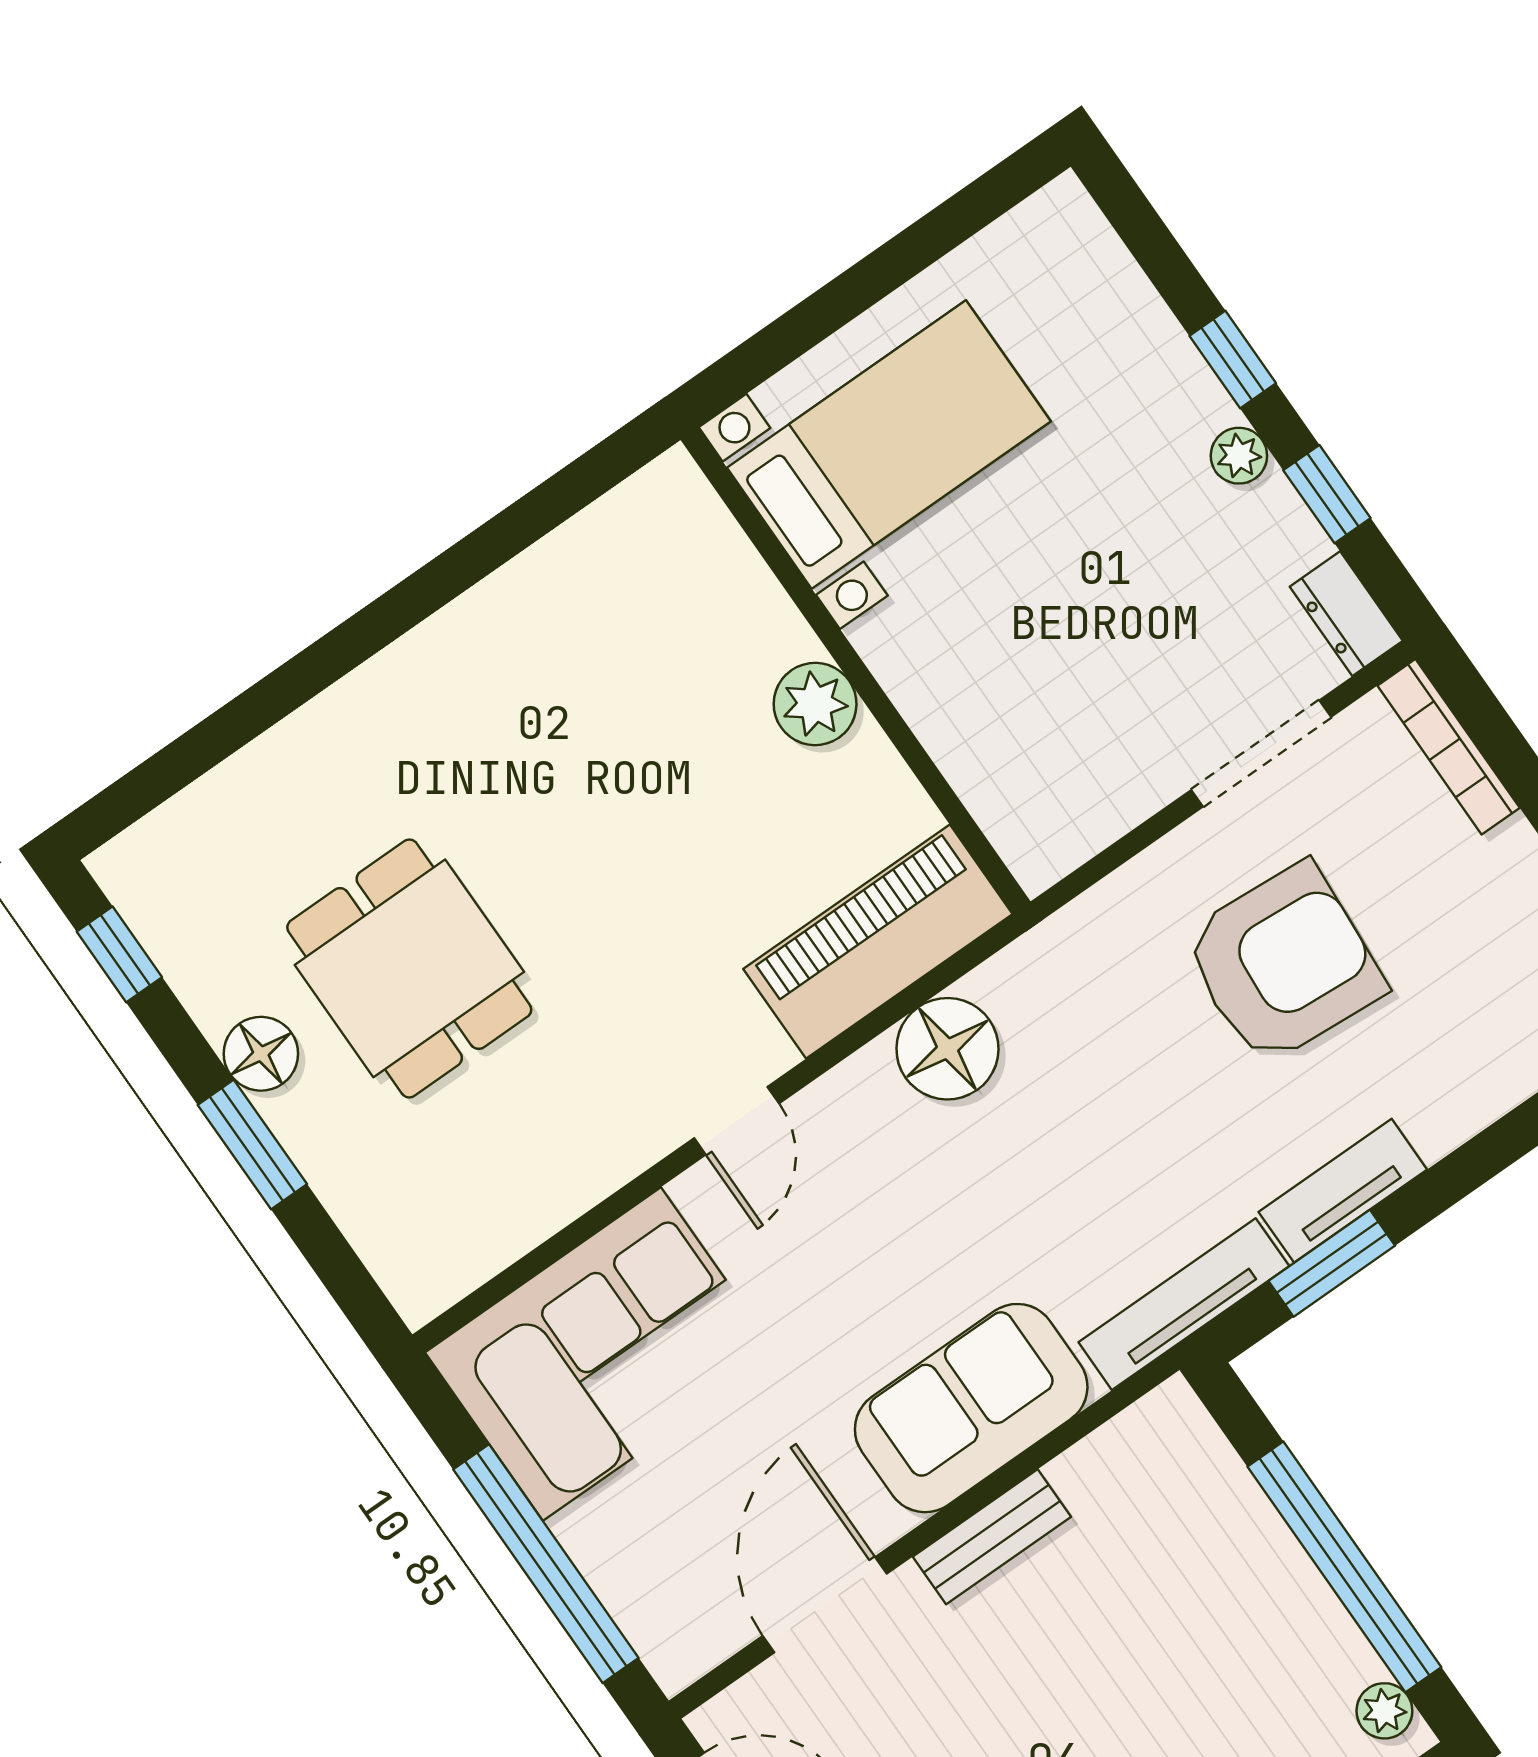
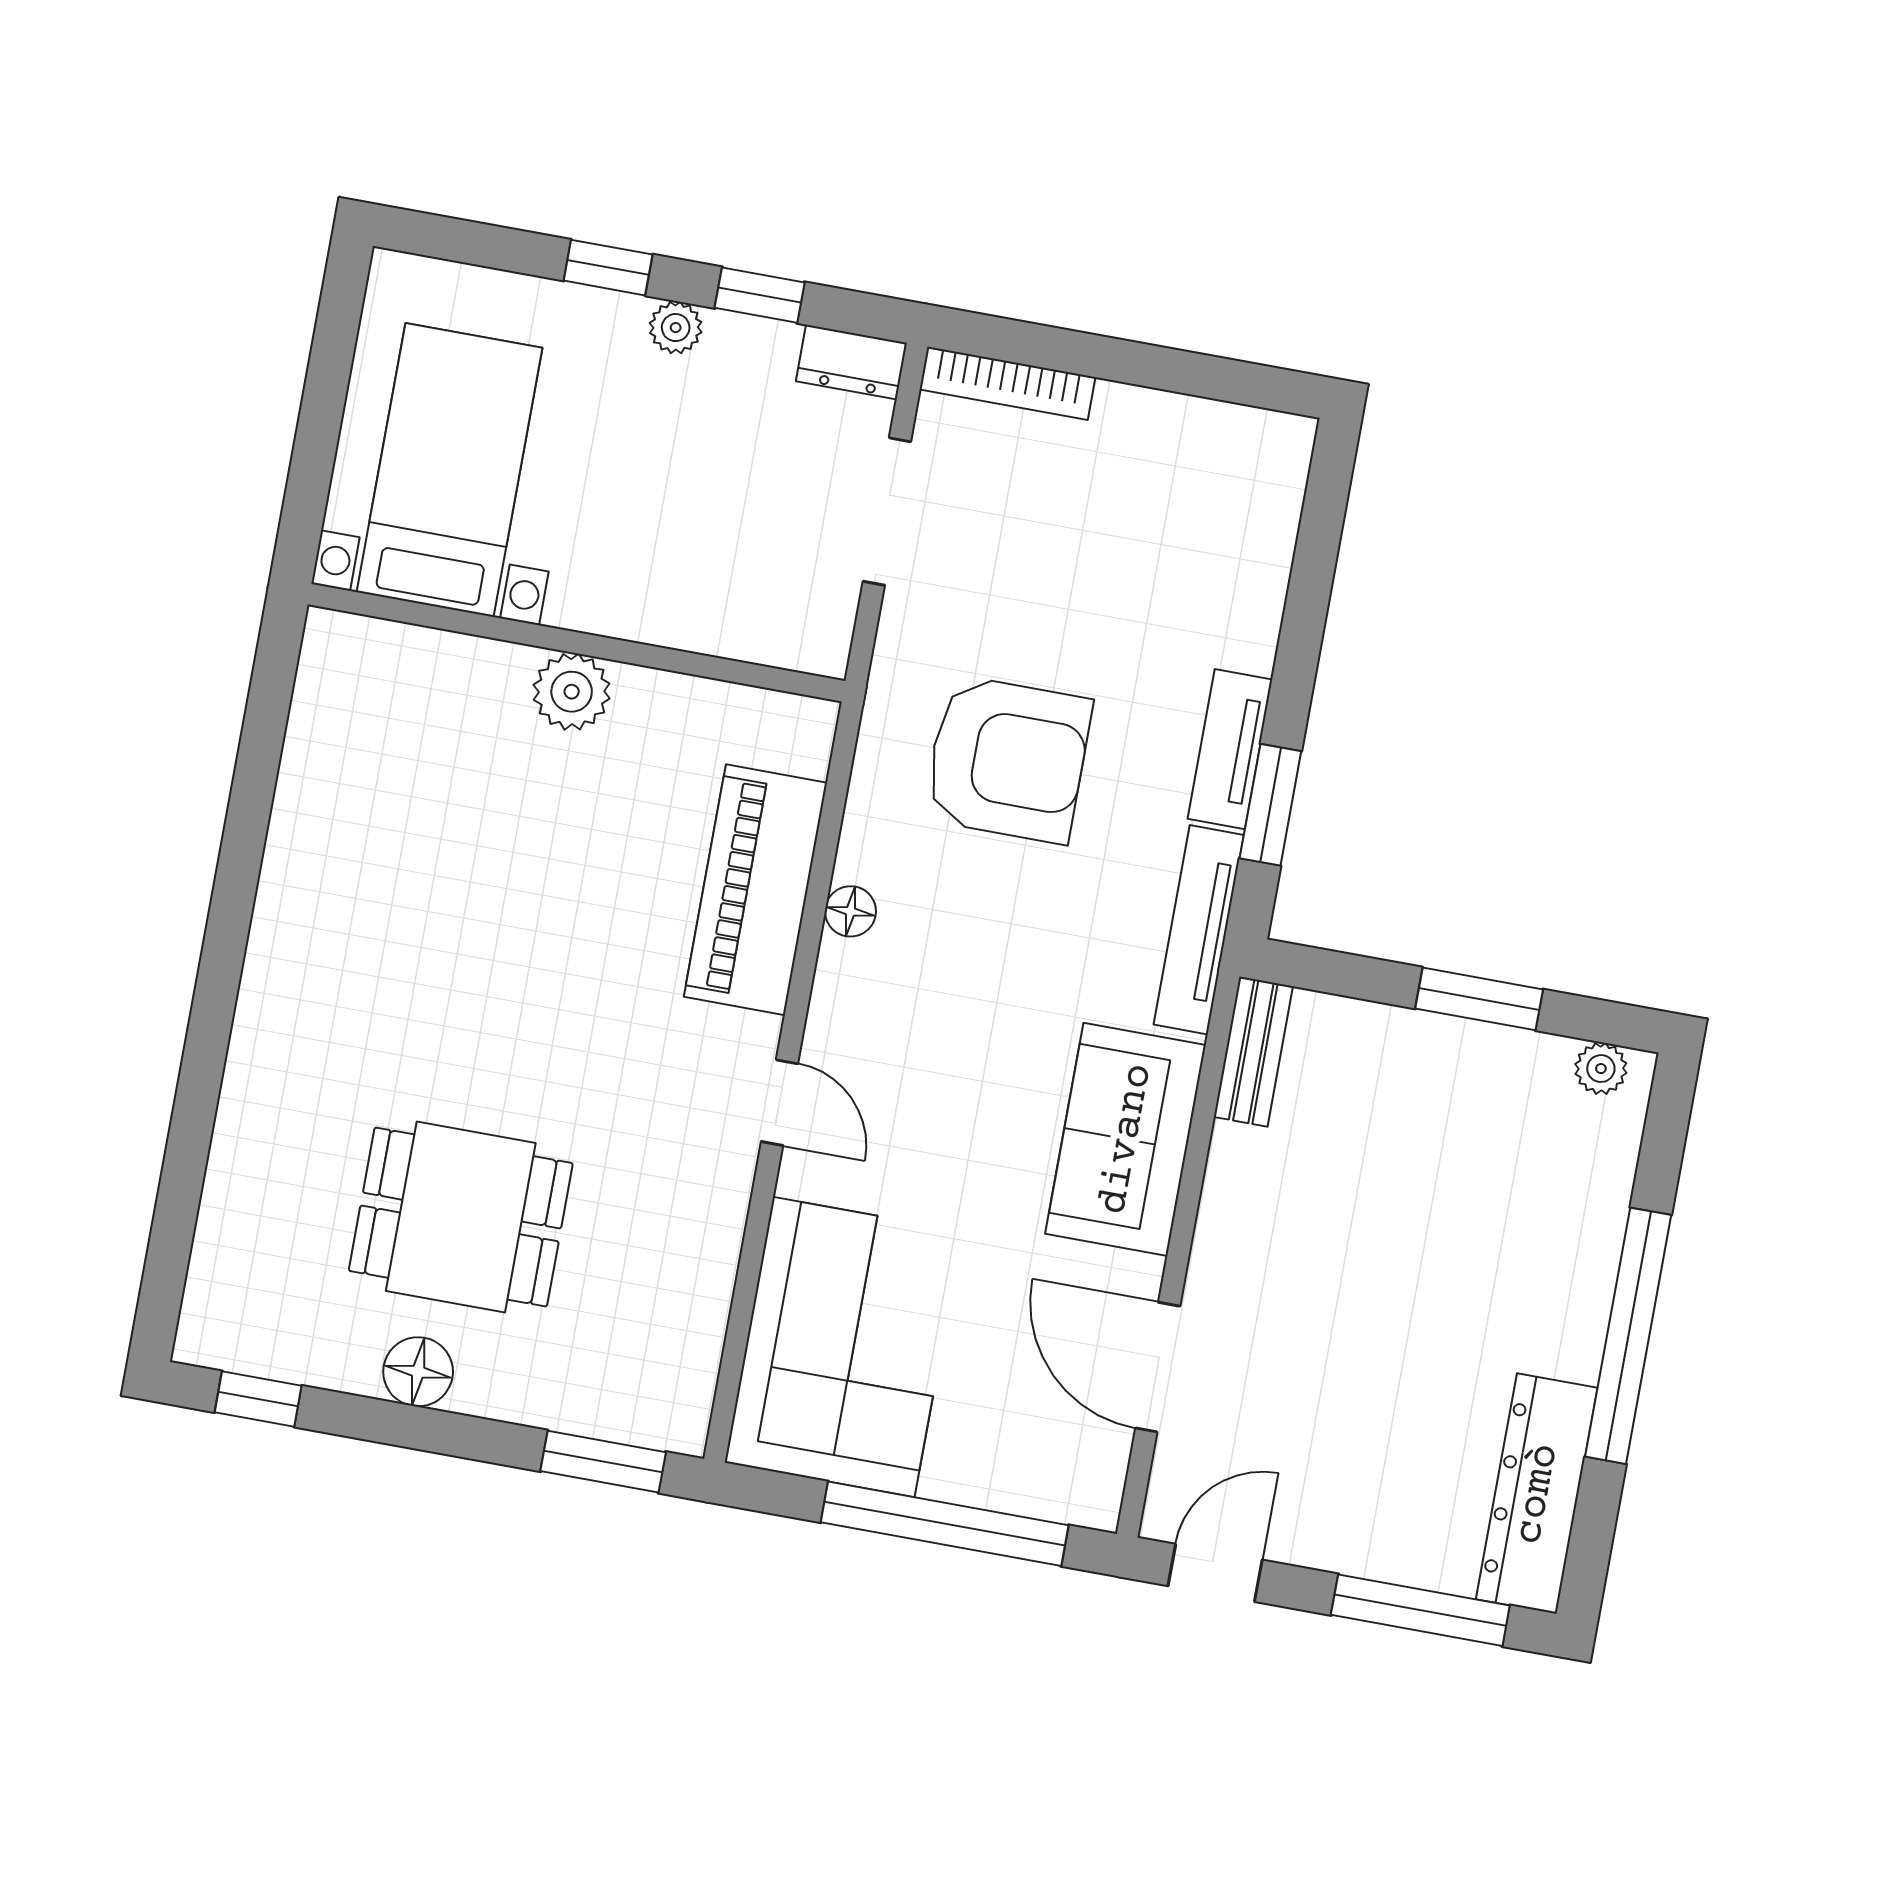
bed with nightstands: (889, 445) -> (450, 470), moved
wall: (856, 671) -> (577, 643), moved
plant: (815, 704) -> (572, 692), moved
armchair: (1283, 964) -> (1008, 759), moved, turned 86
floor lamp: (947, 1049) -> (850, 911), width x0.53, depth x0.53
window: (252, 1144) -> (603, 1462), moved
bench: (992, 1537) -> (1253, 1052), moved
window: (1344, 1567) -> (1479, 999), width x0.47

